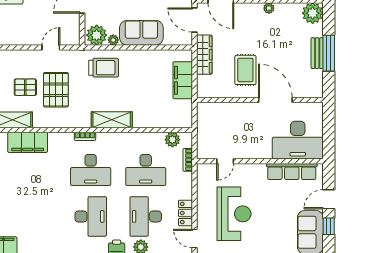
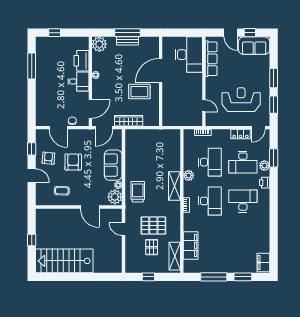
filing cabinet: (183, 80) -> (147, 136), removed
plant: (172, 140) -> (189, 175), moved

